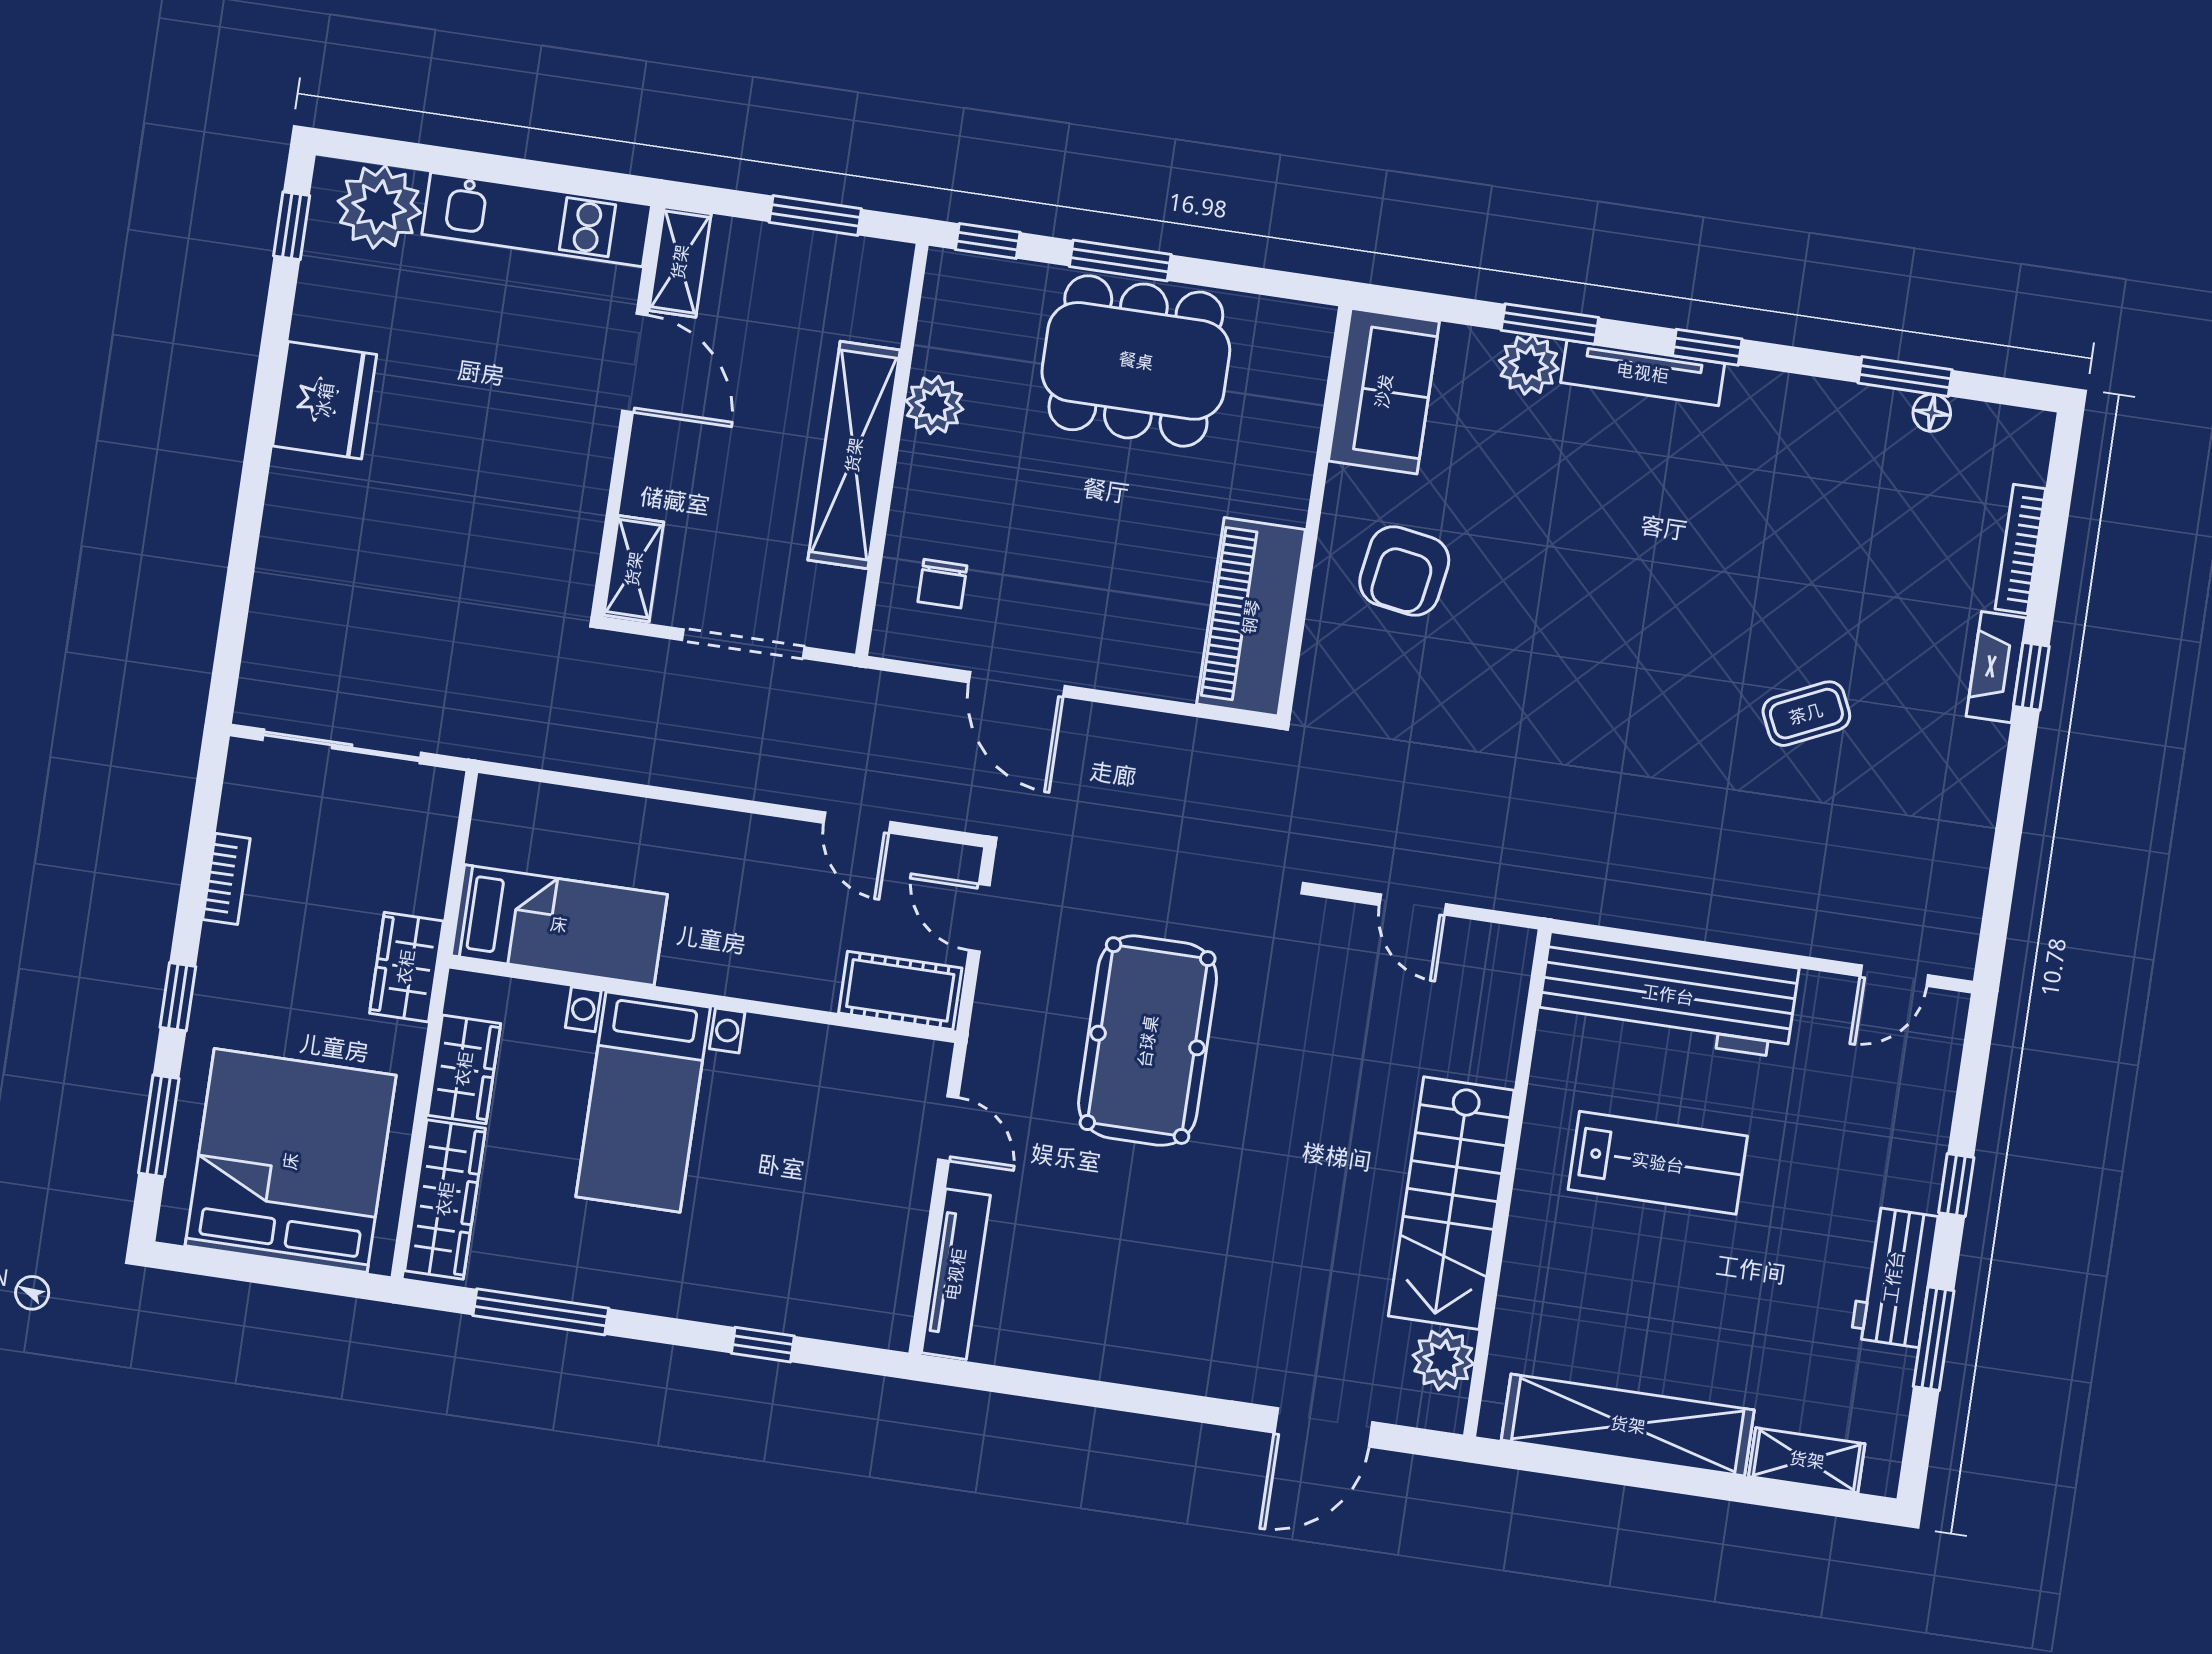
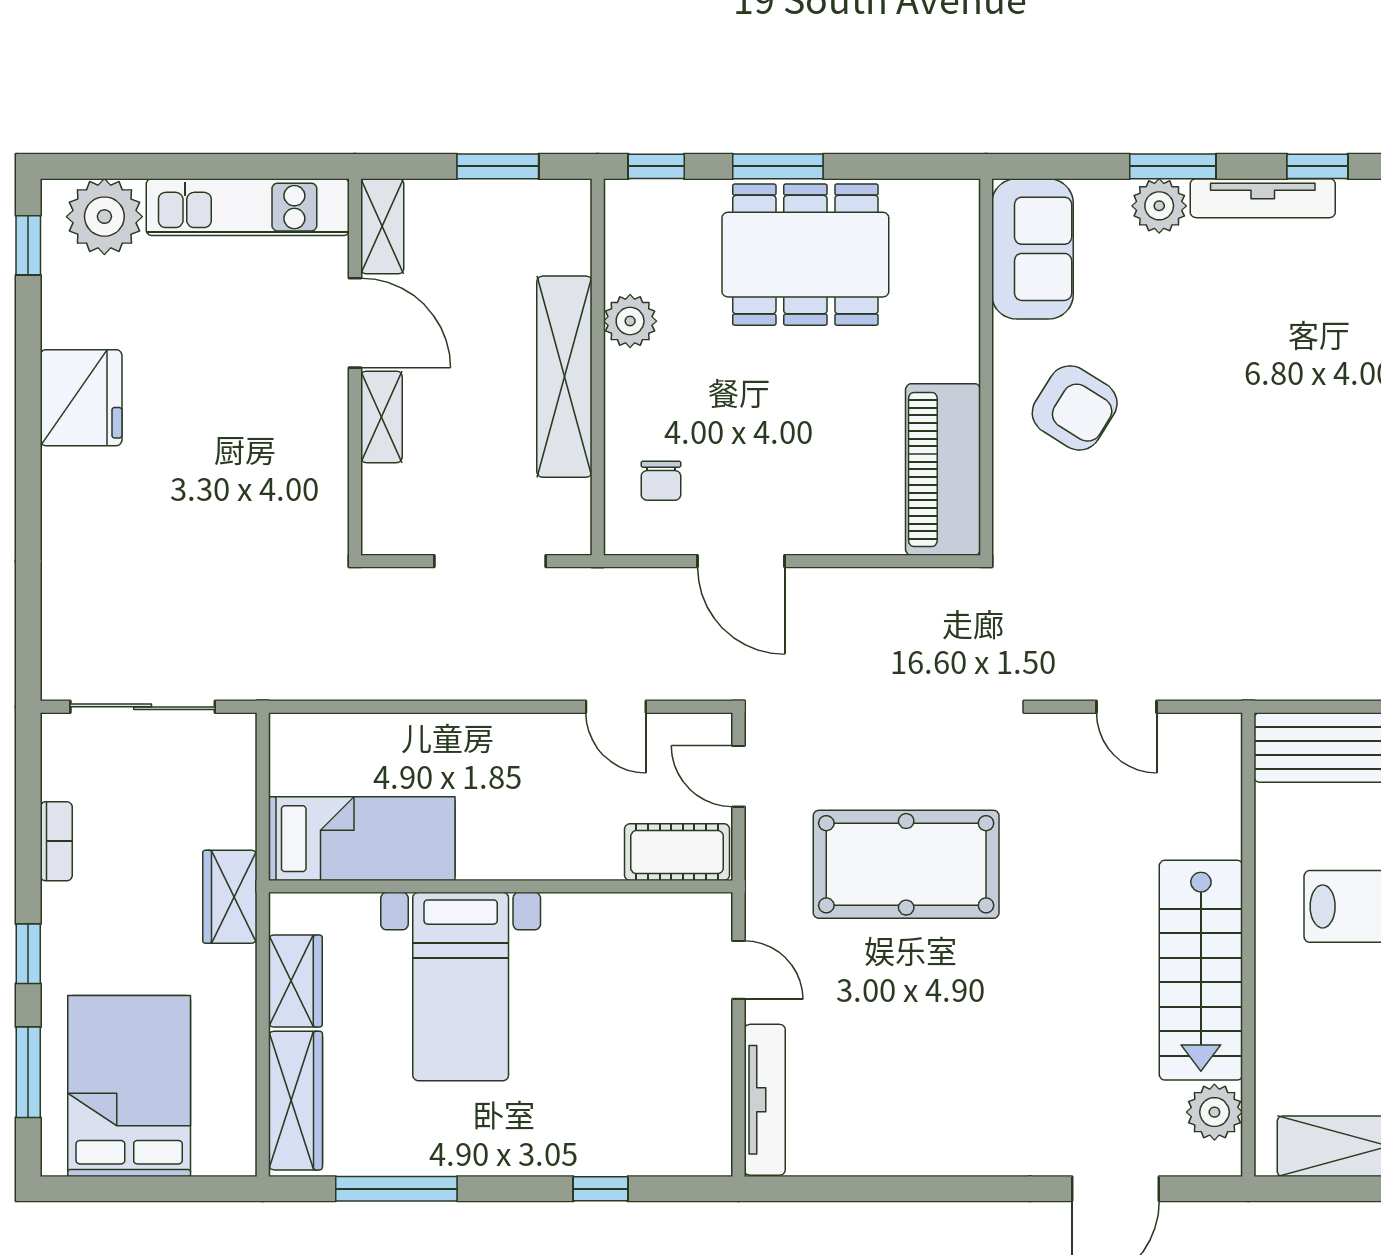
shelving: (634, 569) -> (381, 417), moved
armchair: (1404, 571) -> (1075, 408), turned -67
pool table: (1148, 1041) -> (906, 864), turned 90
bed: (291, 1161) -> (129, 1086), width x0.73

